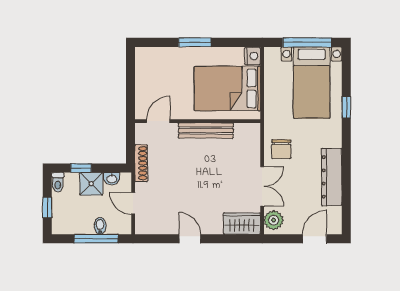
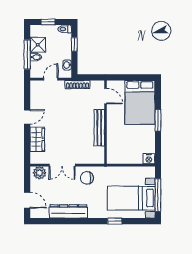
bed: (227, 88) -> (140, 102), moved, turned 180
shower: (91, 184) -> (38, 45), moved
wardrobe: (242, 224) -> (37, 139), moved

